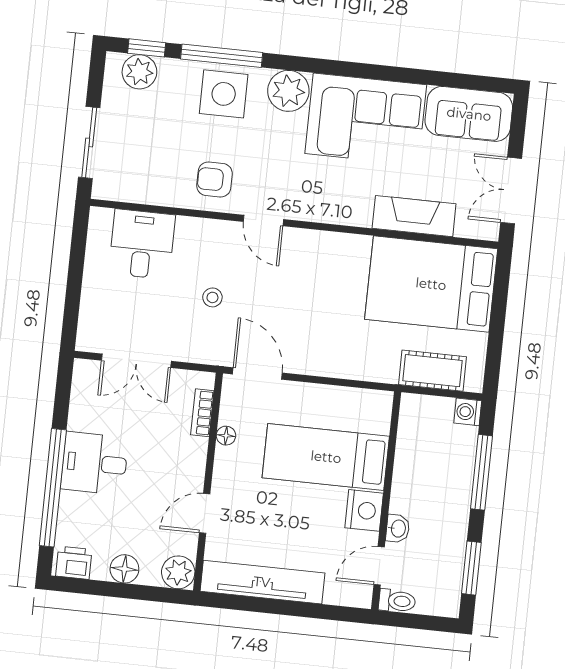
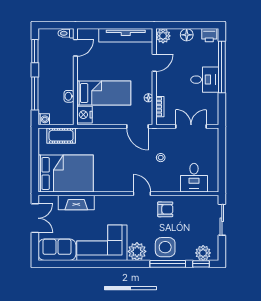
nightstand: (364, 510) -> (85, 115), moved
washbasin: (398, 528) -> (69, 96), moved

